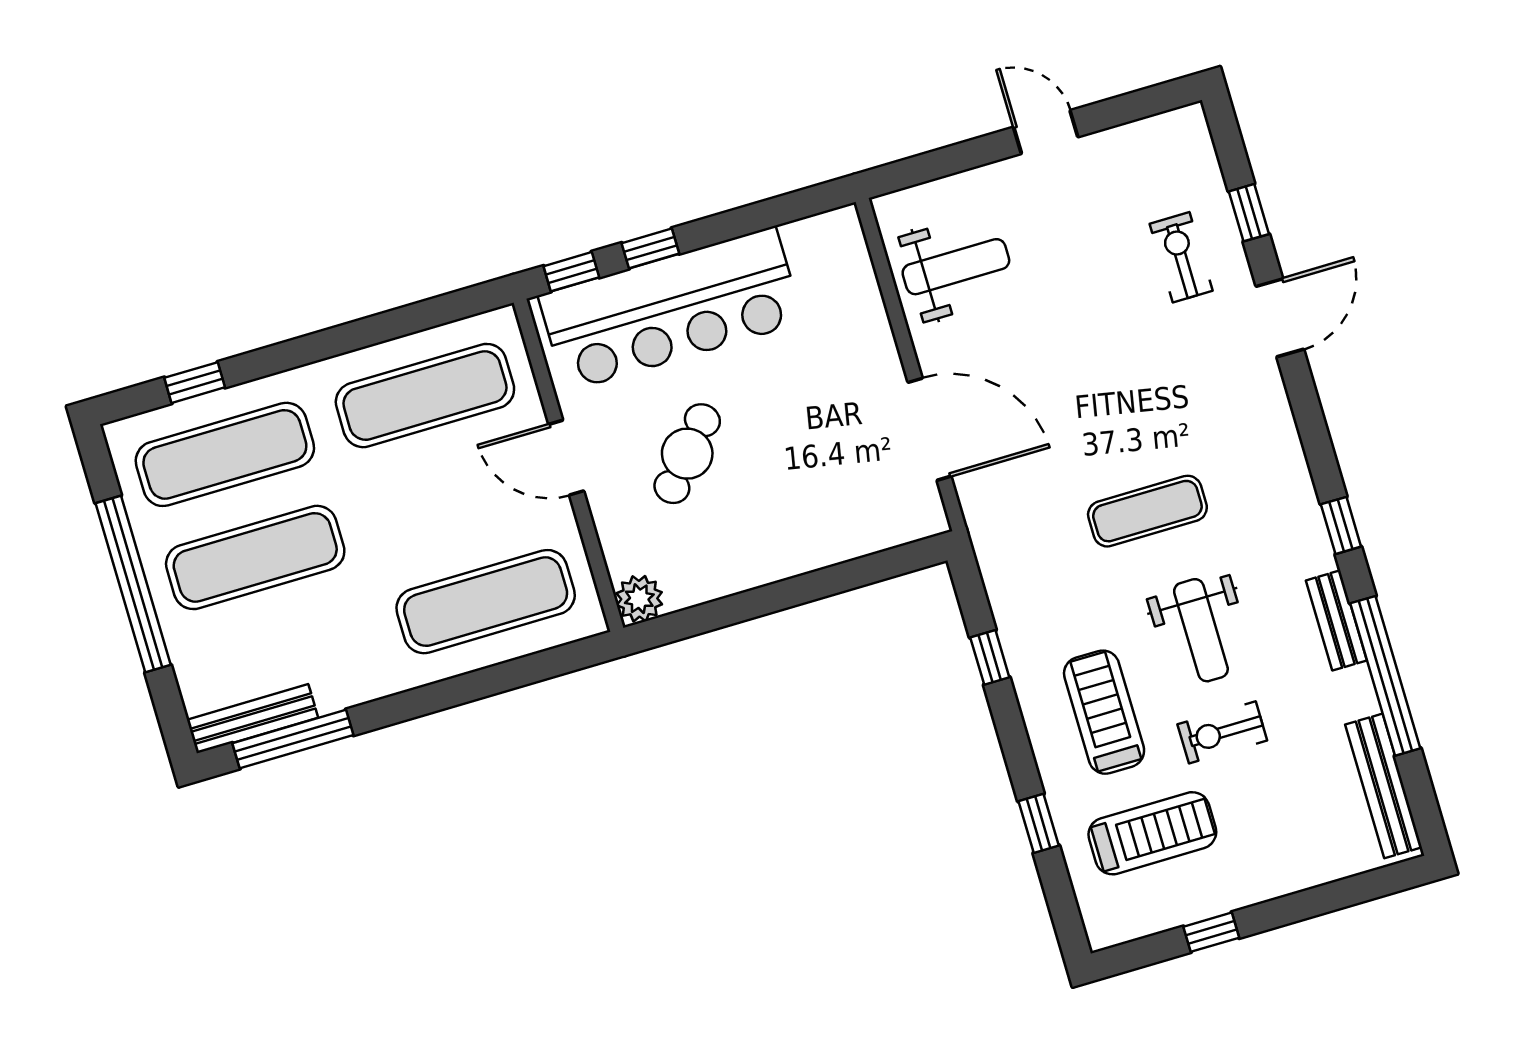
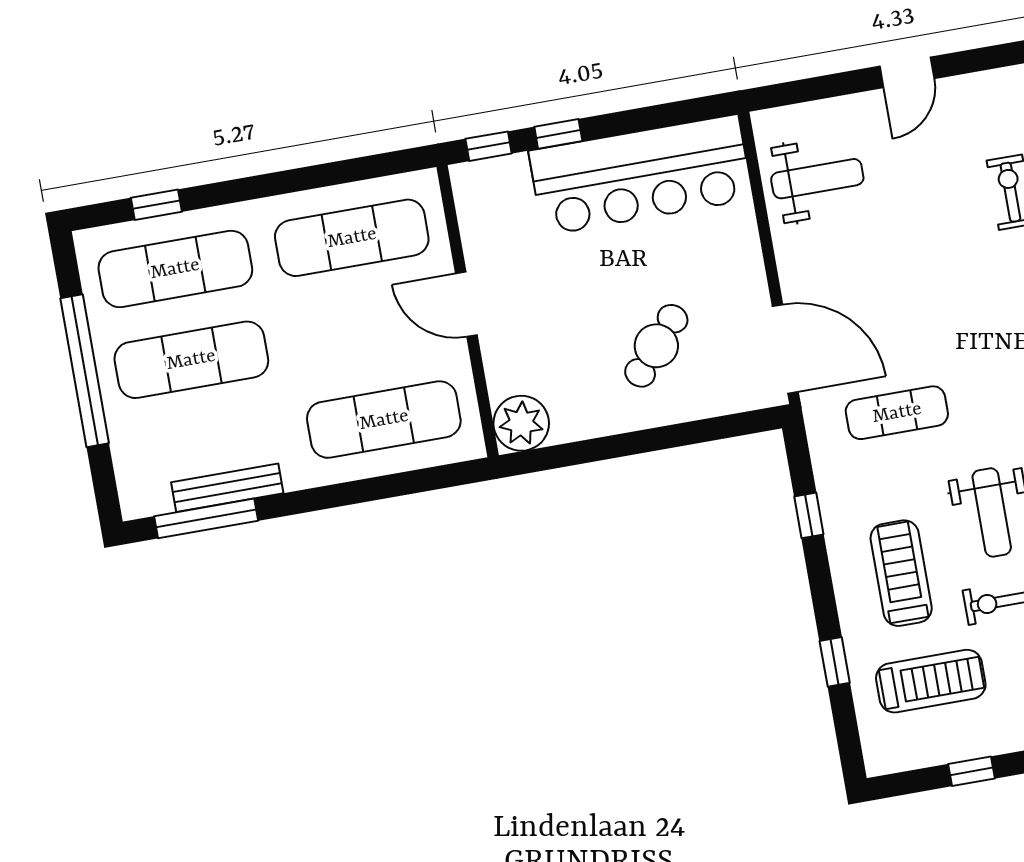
door: (1046, 132) -> (907, 72), swing flipped
bar counter: (671, 309) -> (641, 175), moved
door: (930, 429) -> (785, 349), moved
cafe table: (687, 454) -> (656, 346), moved
exercise mat: (1147, 511) -> (897, 413), moved
plant: (639, 599) -> (521, 423), width x1.36, depth x1.36
bench: (252, 719) -> (227, 488), moved

